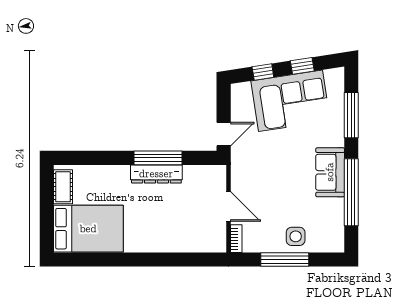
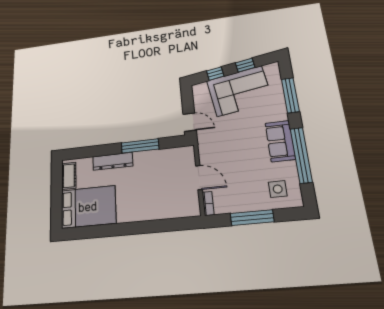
door: (224, 134) -> (190, 122), hinge flipped
dresser: (156, 174) -> (113, 161), moved
side table: (296, 236) -> (278, 189), moved

